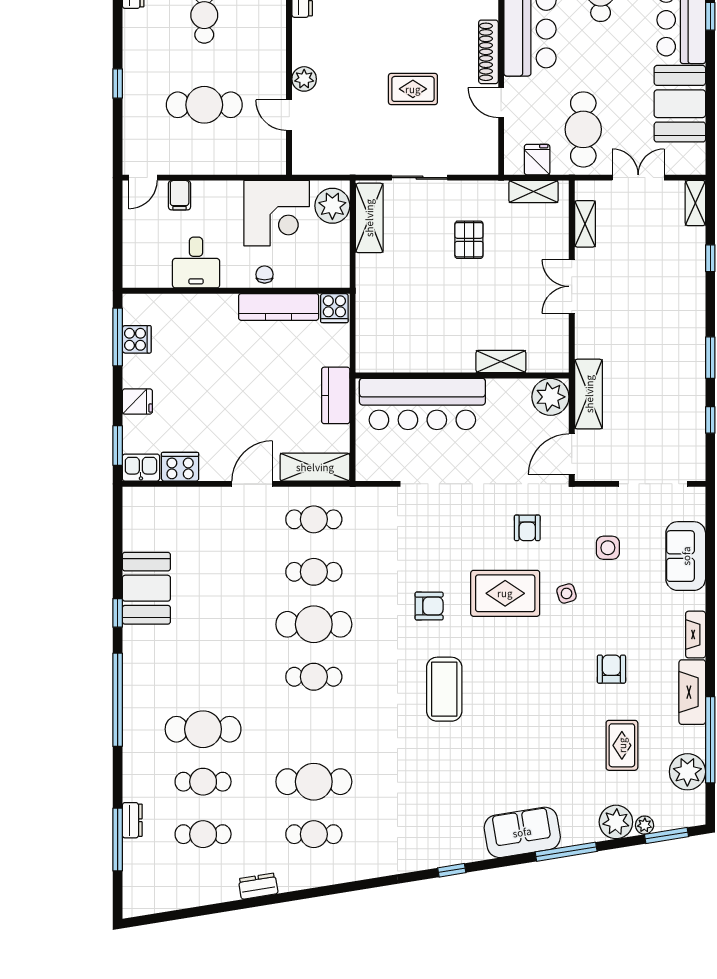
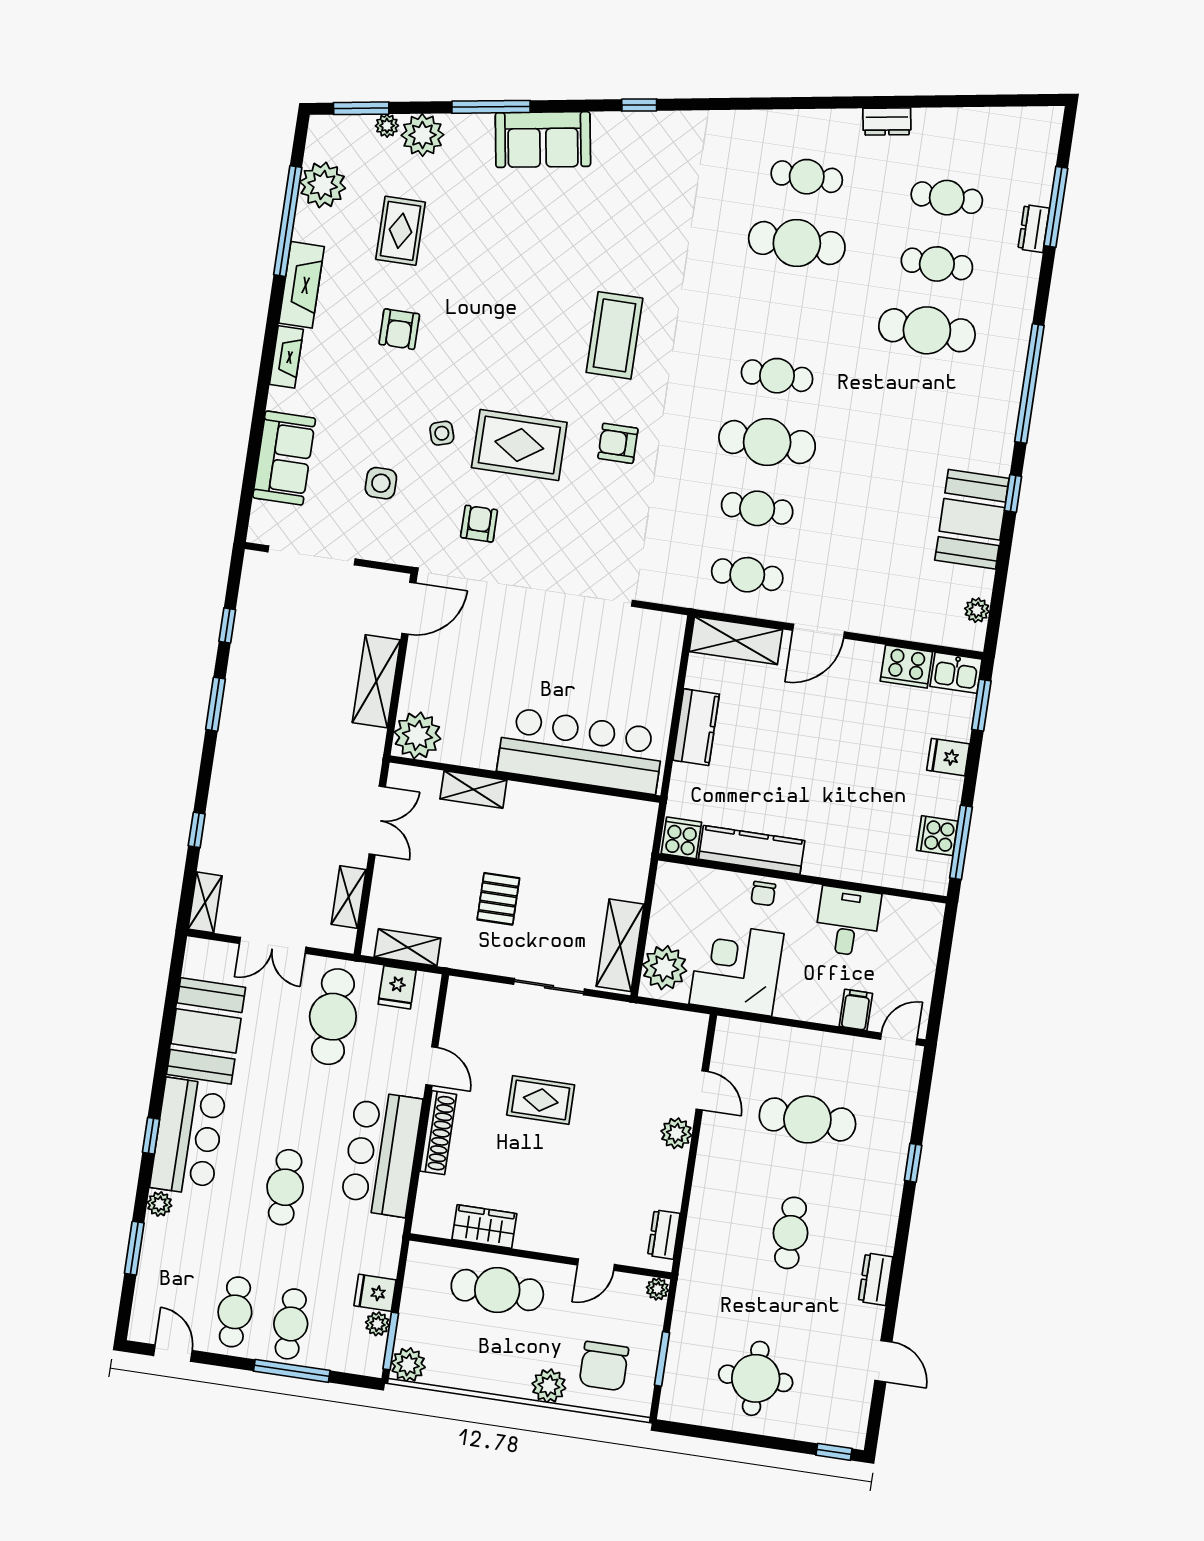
shelving: (501, 362) -> (473, 790), moved
wall: (462, 376) -> (525, 779), moved
plant: (550, 397) -> (417, 735), moved
bar counter: (422, 404) -> (581, 751), moved
plant: (132, 518) -> (977, 610), added

